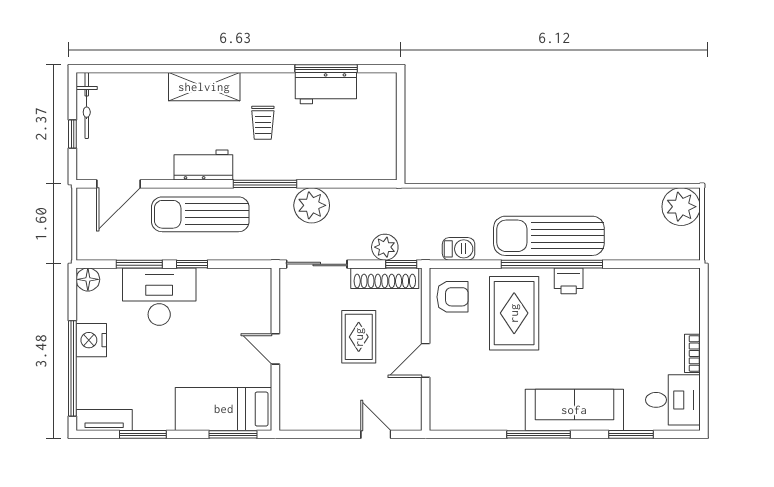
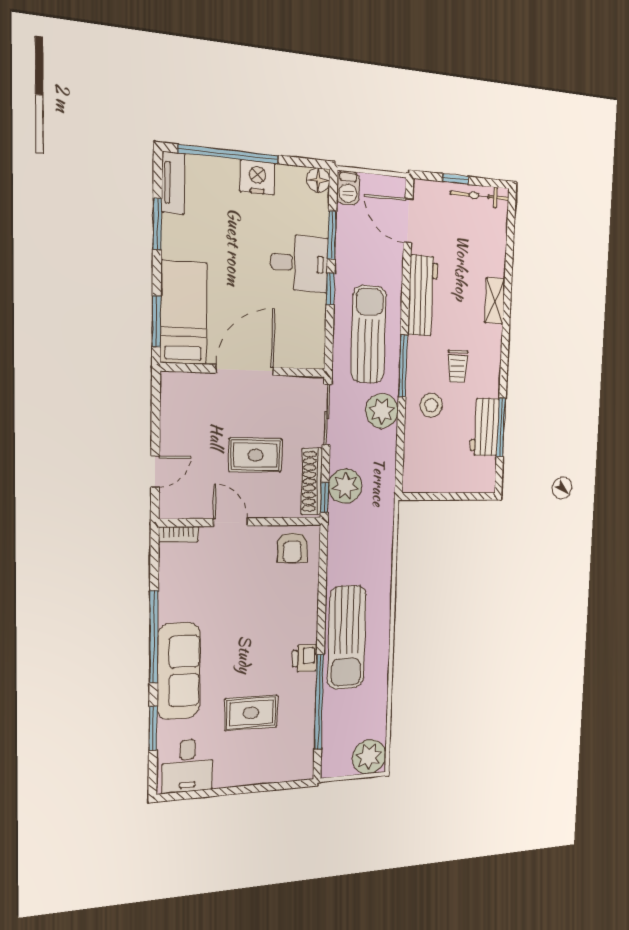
shelving: (204, 87) -> (495, 301), width x0.67, depth x0.75
trolley: (263, 123) -> (458, 366), turned -90
stool: (304, 151) -> (431, 405), added
workbench: (203, 165) -> (423, 296), width x1.38
sun lounger: (200, 214) -> (369, 334), moved
sun lounger: (549, 236) -> (347, 637), turned 180
plant: (385, 247) -> (345, 486), width x1.36, depth x1.36
barbecue: (459, 249) -> (348, 188), moved
window: (552, 264) -> (319, 702), moved
desk: (159, 297) -> (299, 263), width x0.73
rug: (514, 313) -> (251, 713), moved, width x0.73, depth x0.70
door: (275, 349) -> (245, 370), width x1.88
bookcase: (692, 353) -> (179, 534), moved, turned 180
window: (538, 434) -> (154, 637), width x1.46

